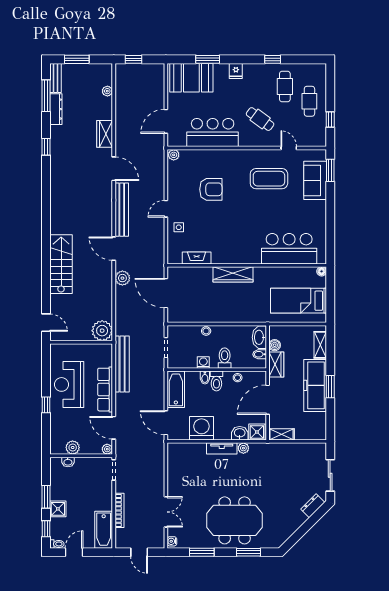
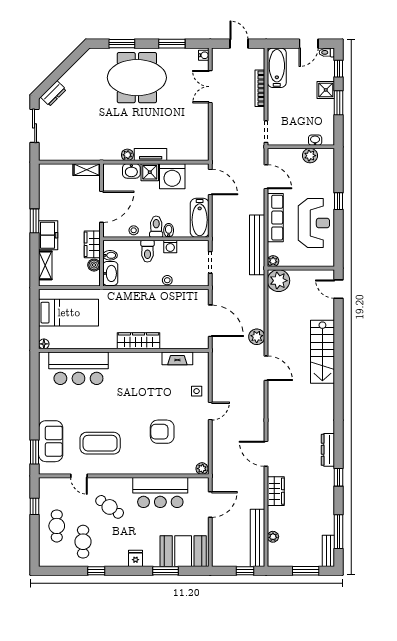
dresser: (56, 109) -> (328, 450), moved
bench: (122, 210) -> (258, 538), moved
freezer: (315, 385) -> (48, 235), width x0.52, depth x0.79
shower: (257, 432) -> (150, 172), moved
plant: (107, 449) -> (273, 261), moved

